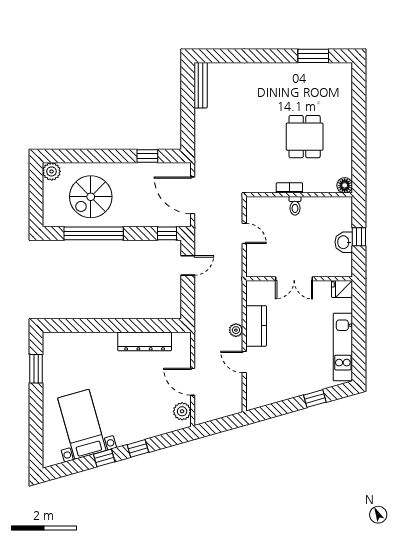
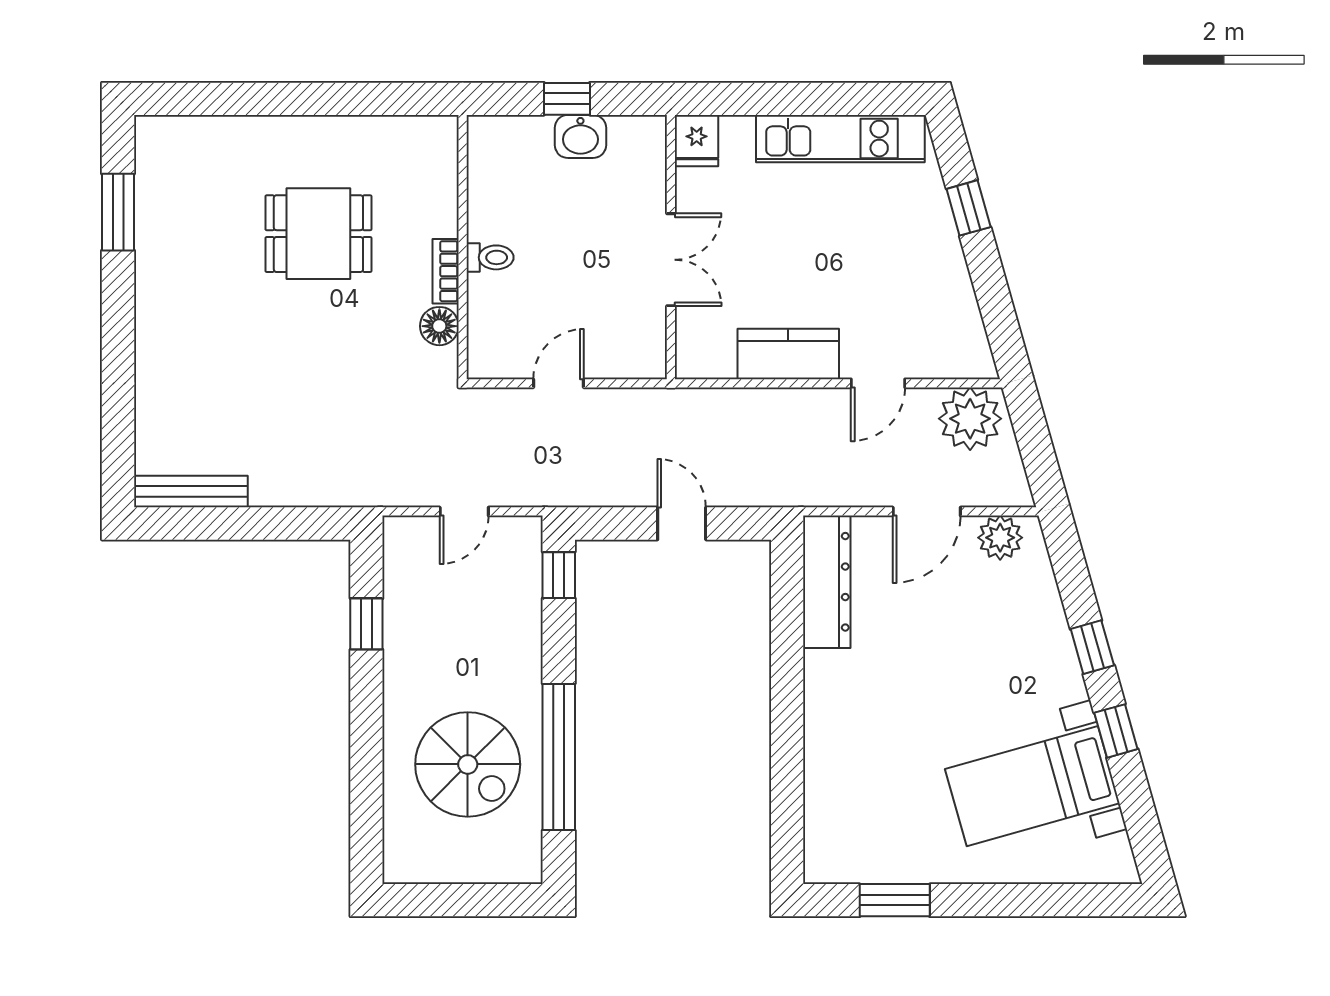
plant: (52, 171) -> (405, 862), removed
floor lamp: (345, 185) -> (439, 326), moved
door: (193, 195) -> (464, 511), width x0.53
door: (188, 265) -> (682, 524), moved
plant: (236, 330) -> (970, 419), moved, width x1.88, depth x1.88
dresser: (145, 341) -> (827, 582), moved

